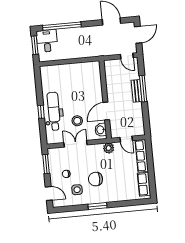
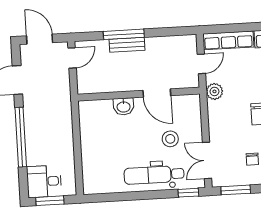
window: (62, 26) -> (21, 137), moved
window: (41, 112) -> (188, 193), moved
washbasin: (101, 130) -> (124, 106), moved
double door: (76, 144) -> (207, 160), moved

